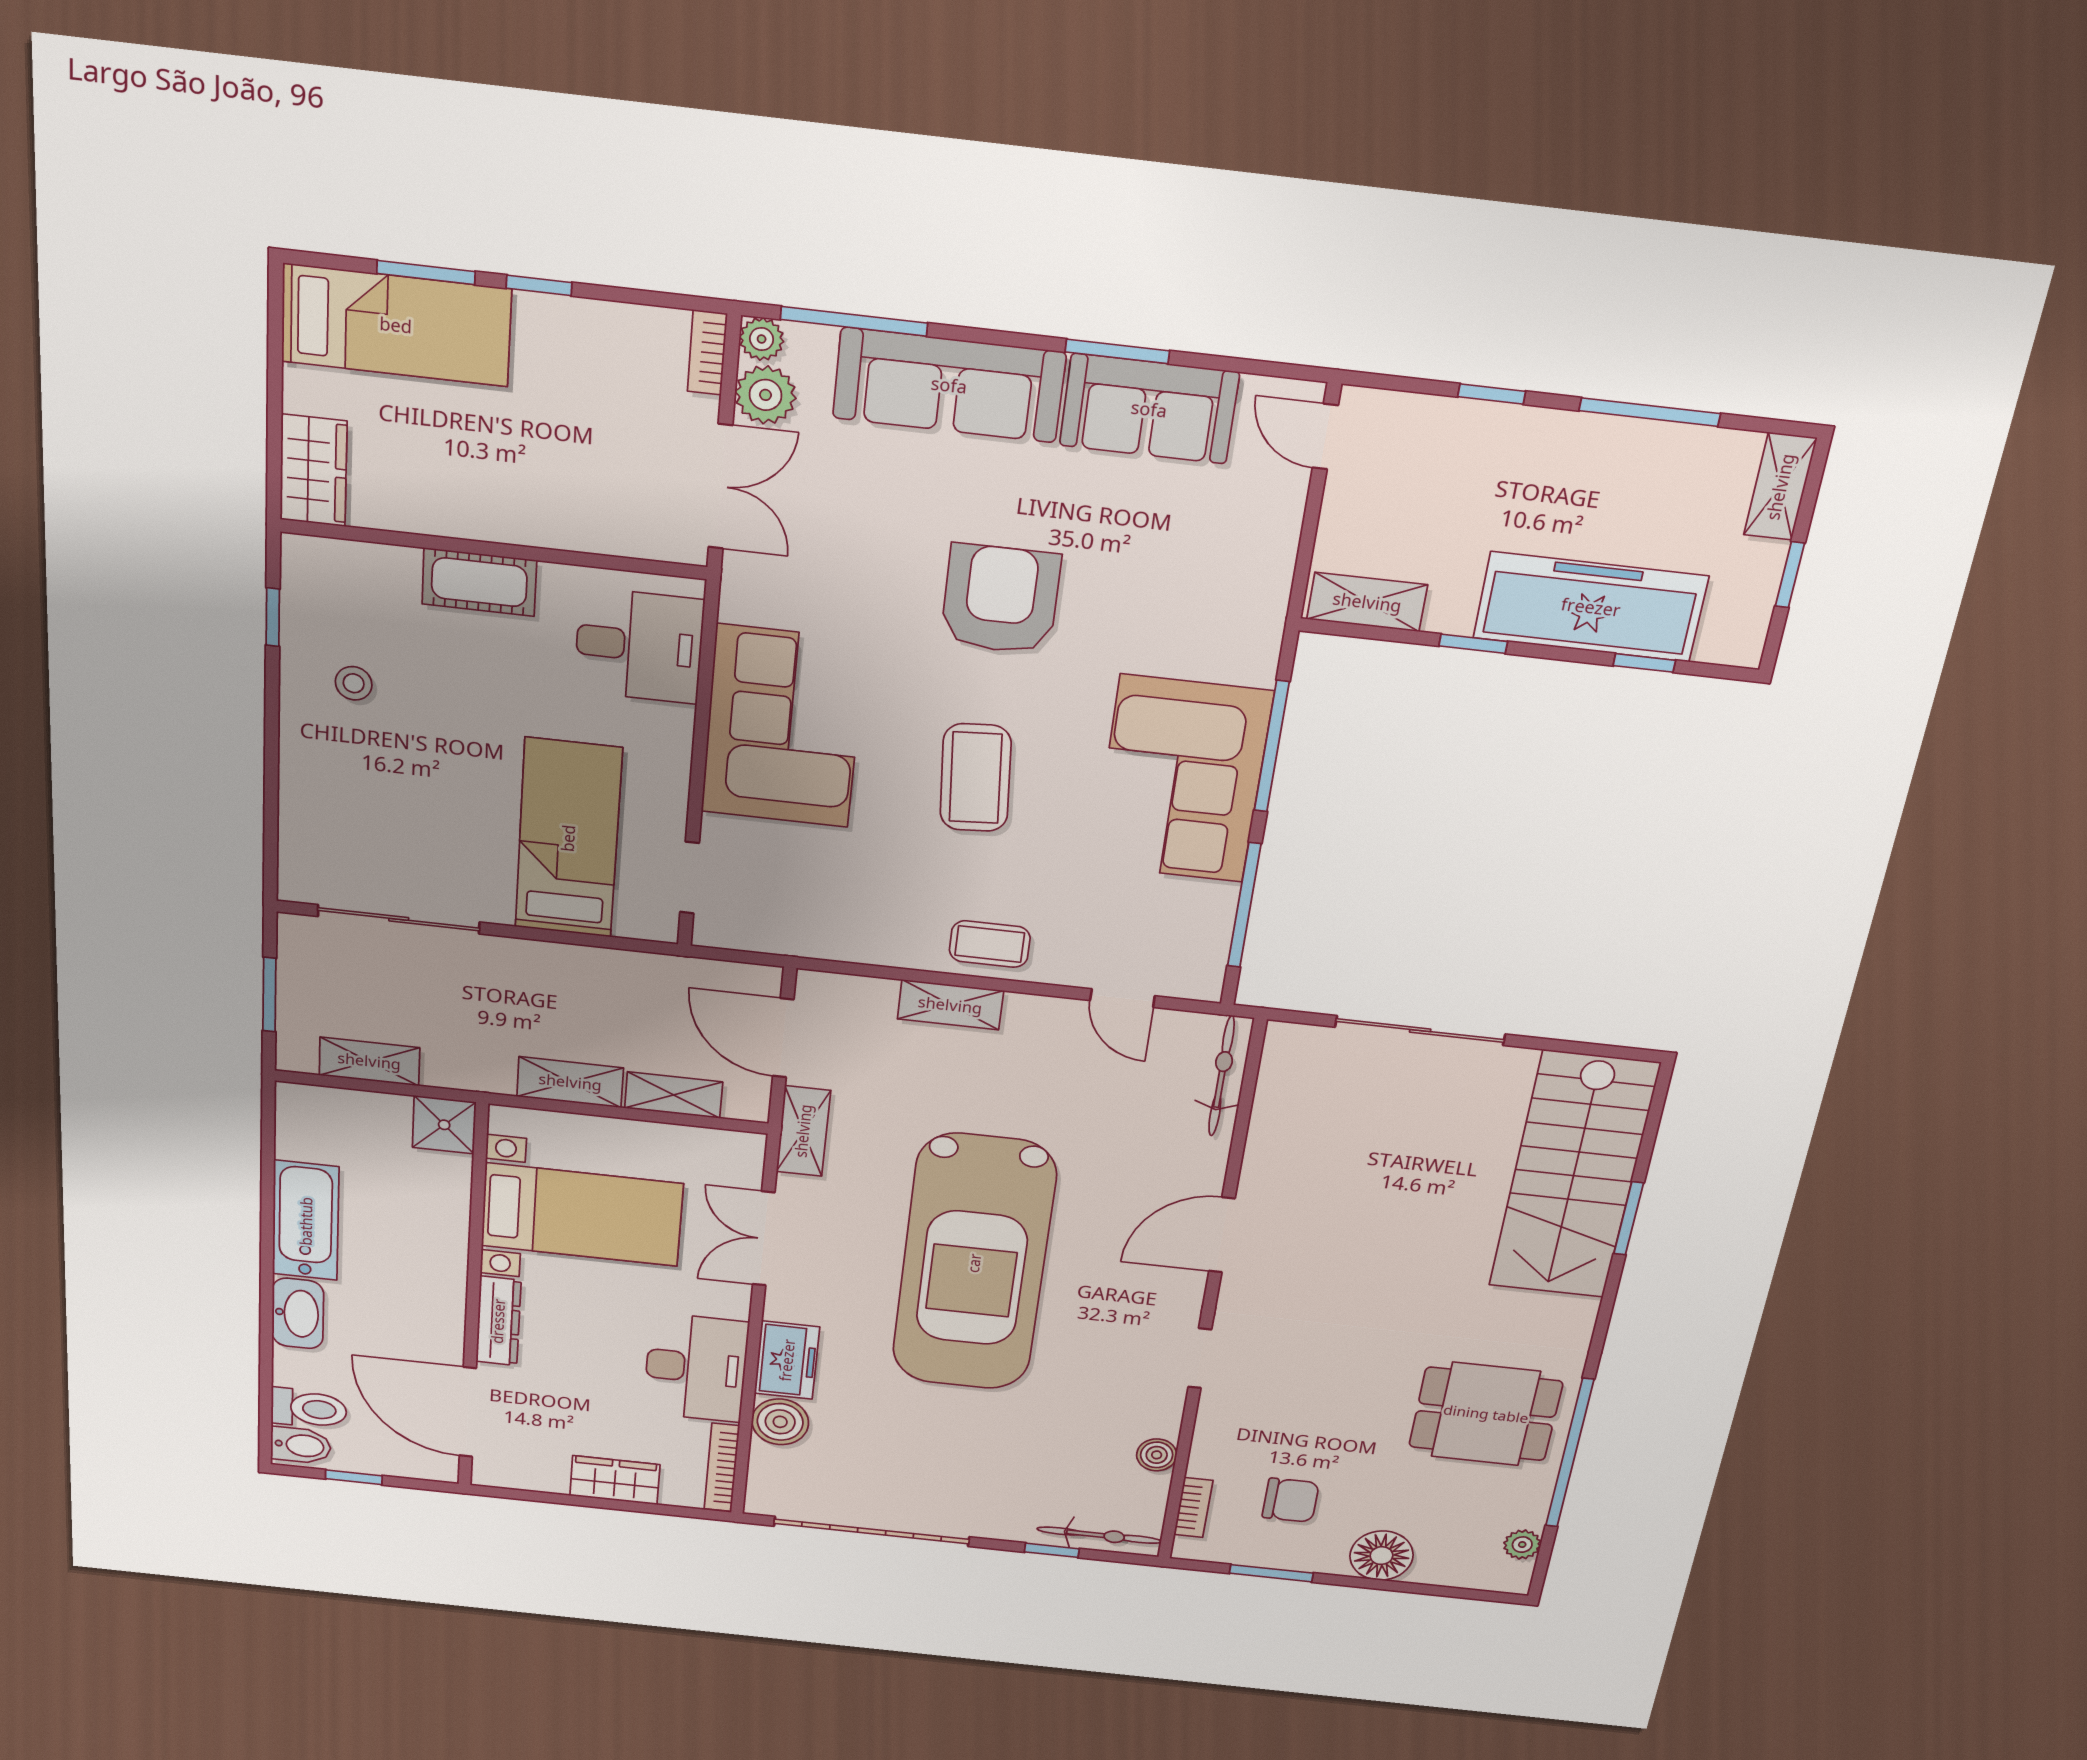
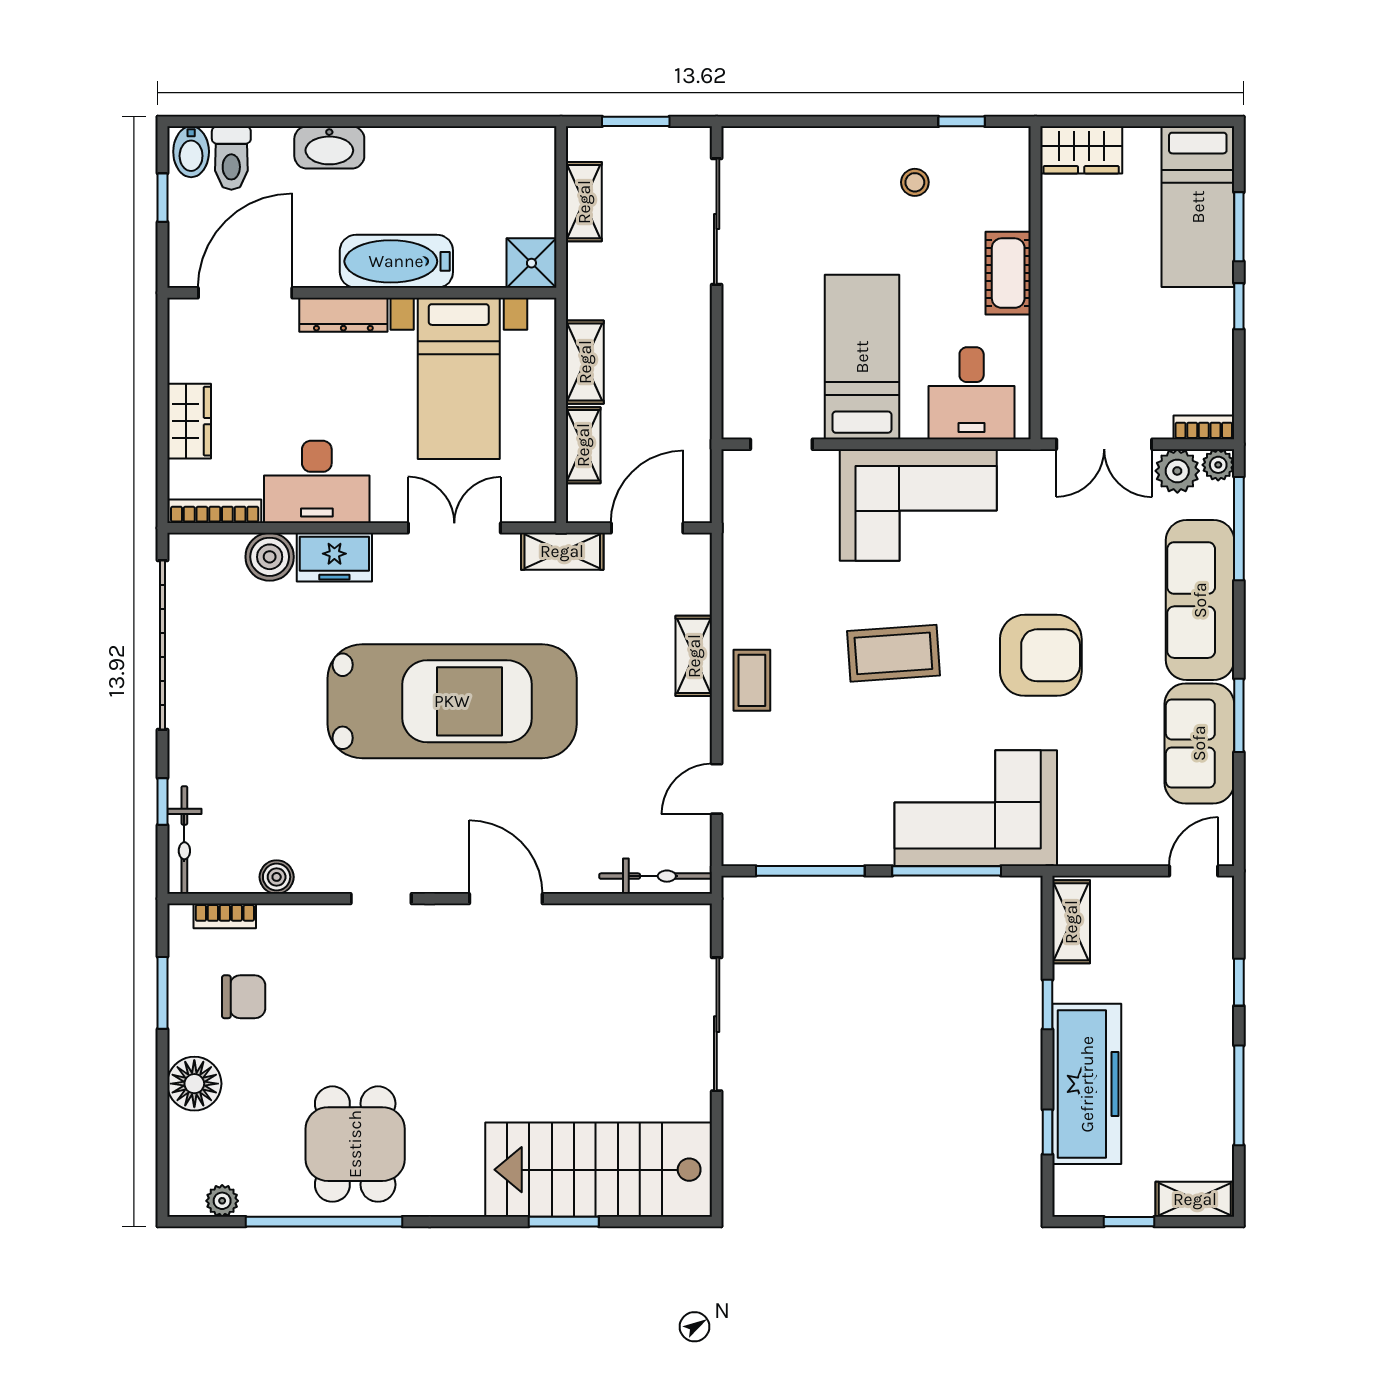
corner sofa: (1182, 779) -> (976, 808), moved
bed: (568, 838) -> (862, 357), moved, turned -90
bathtub: (306, 1221) -> (396, 261), moved, turned 180
car: (974, 1263) -> (452, 701), turned 180
chair: (1291, 1500) -> (244, 997), turned -90

